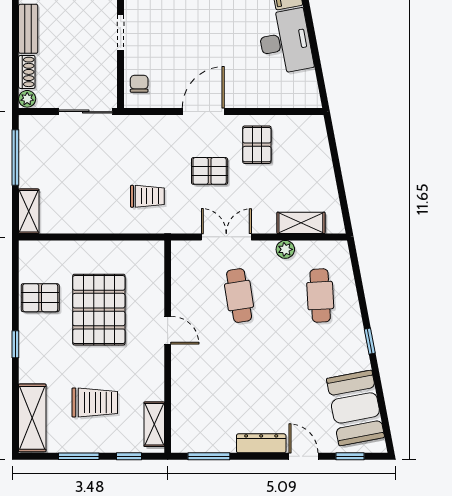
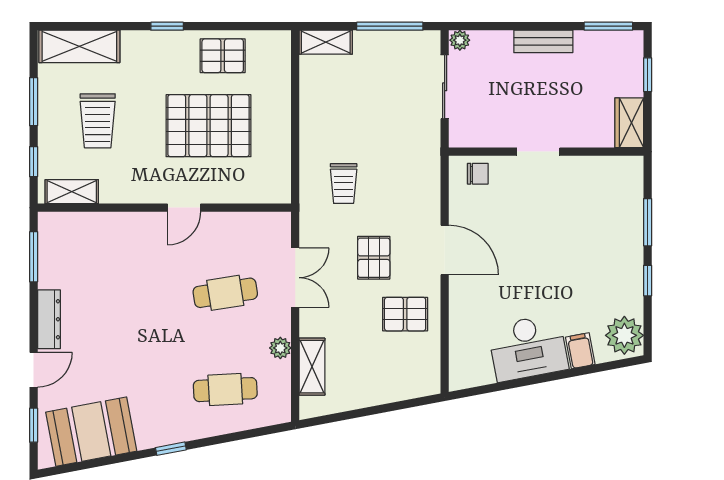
shoe rack: (27, 72) -> (492, 40), removed
sliding door: (86, 112) -> (445, 87), moved
pallet: (40, 298) -> (223, 56), turned 90

